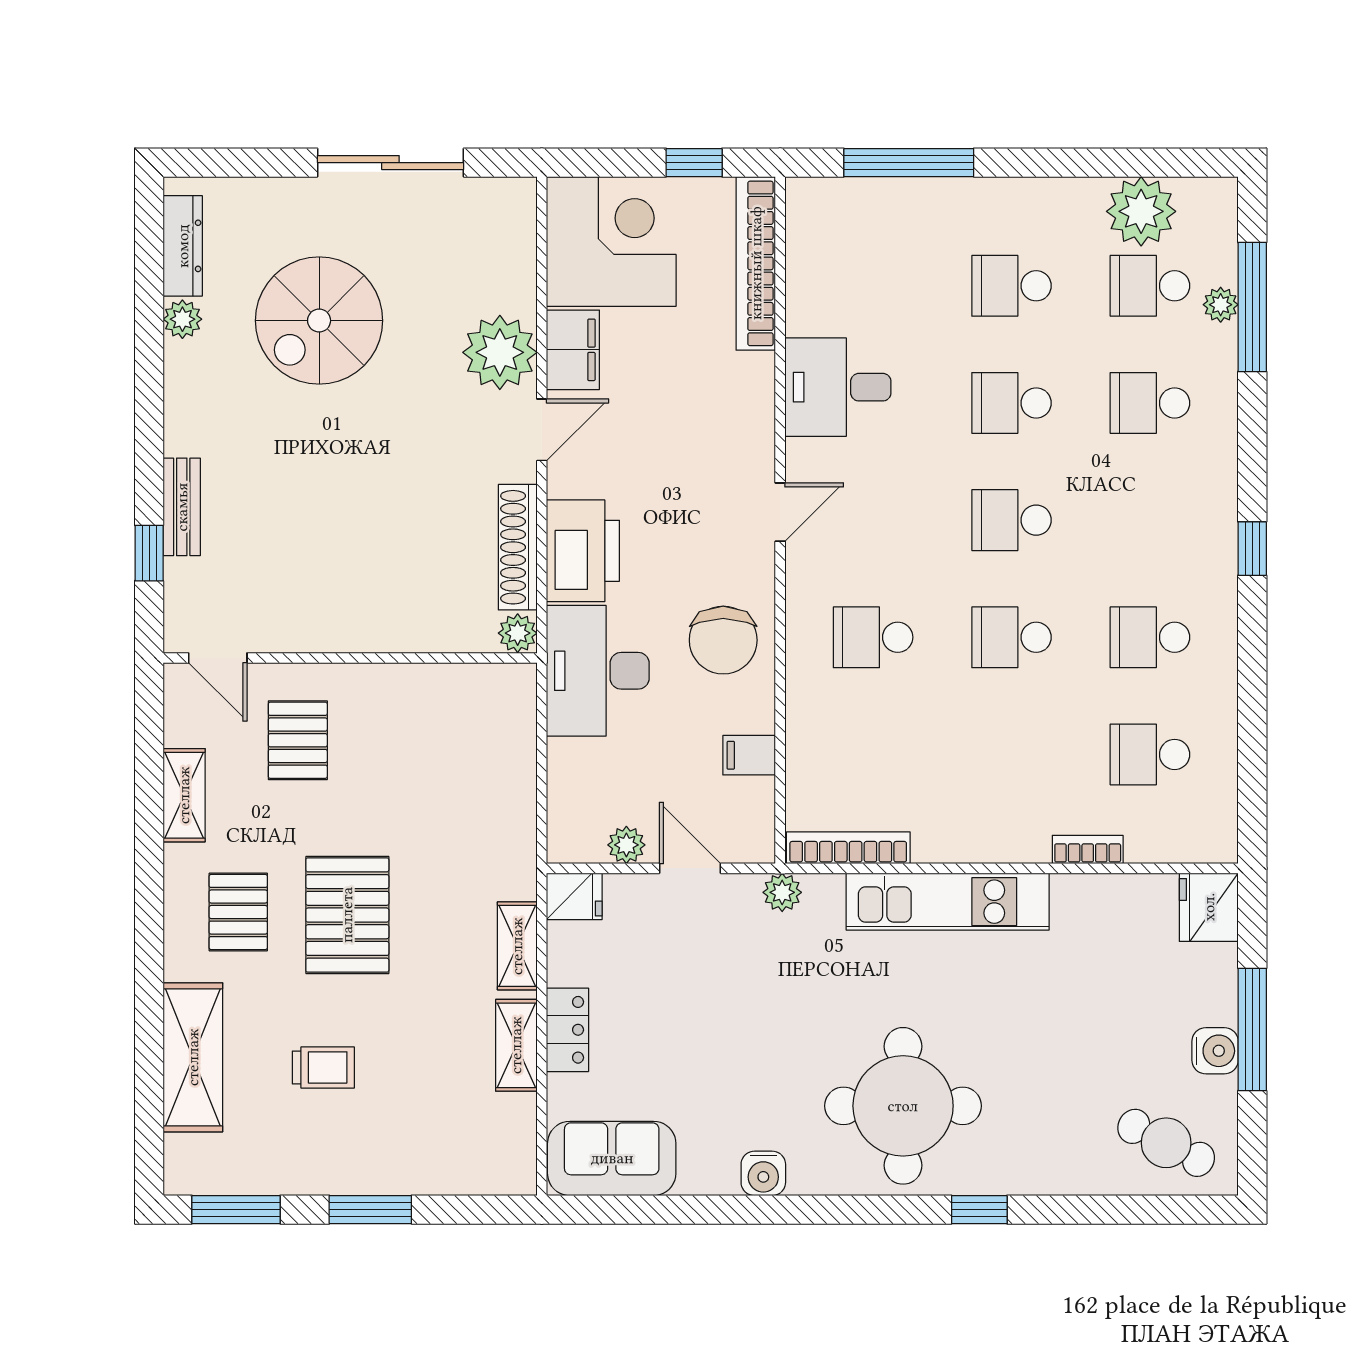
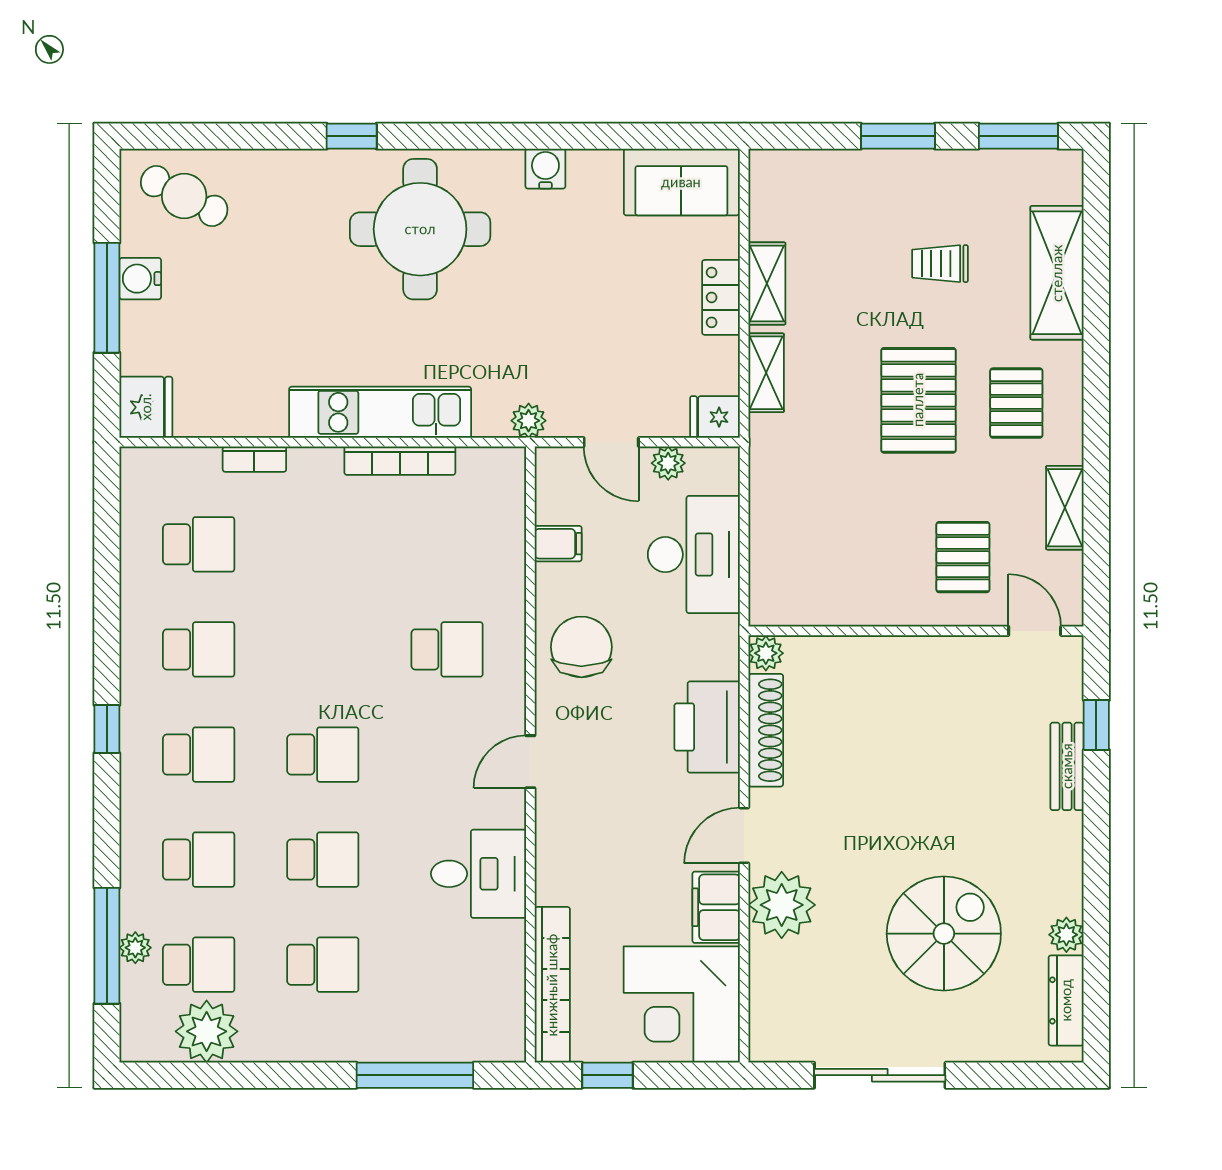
school desk: (1011, 637) -> (199, 755), moved
desk: (598, 671) -> (694, 555), moved
bookcase: (848, 848) -> (400, 461), moved

